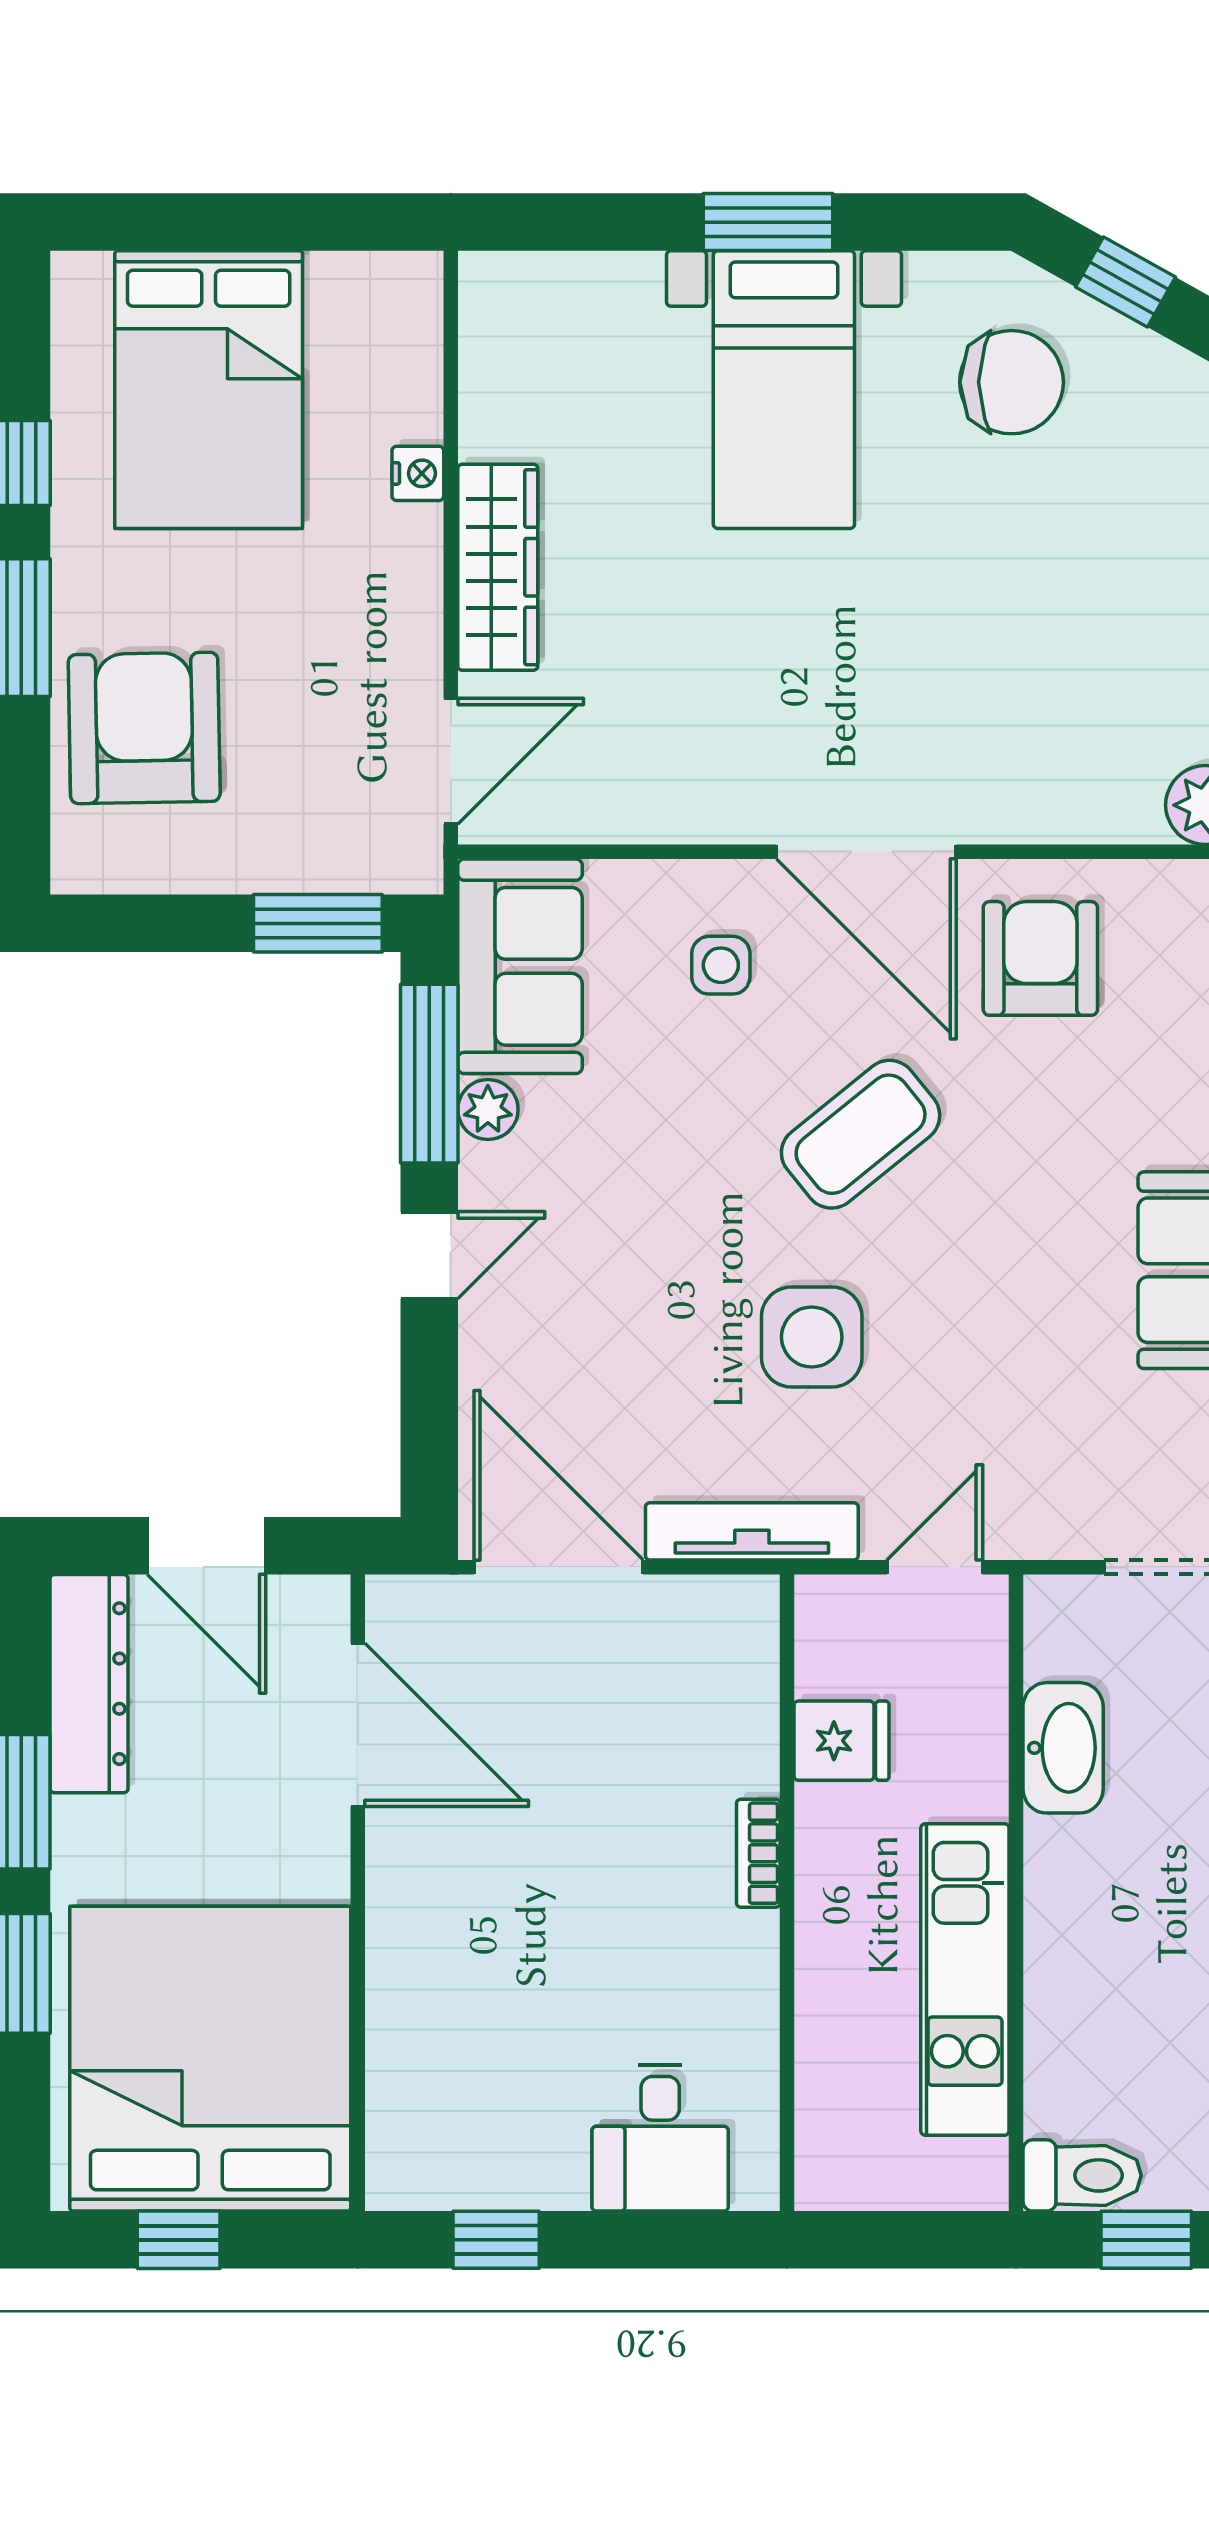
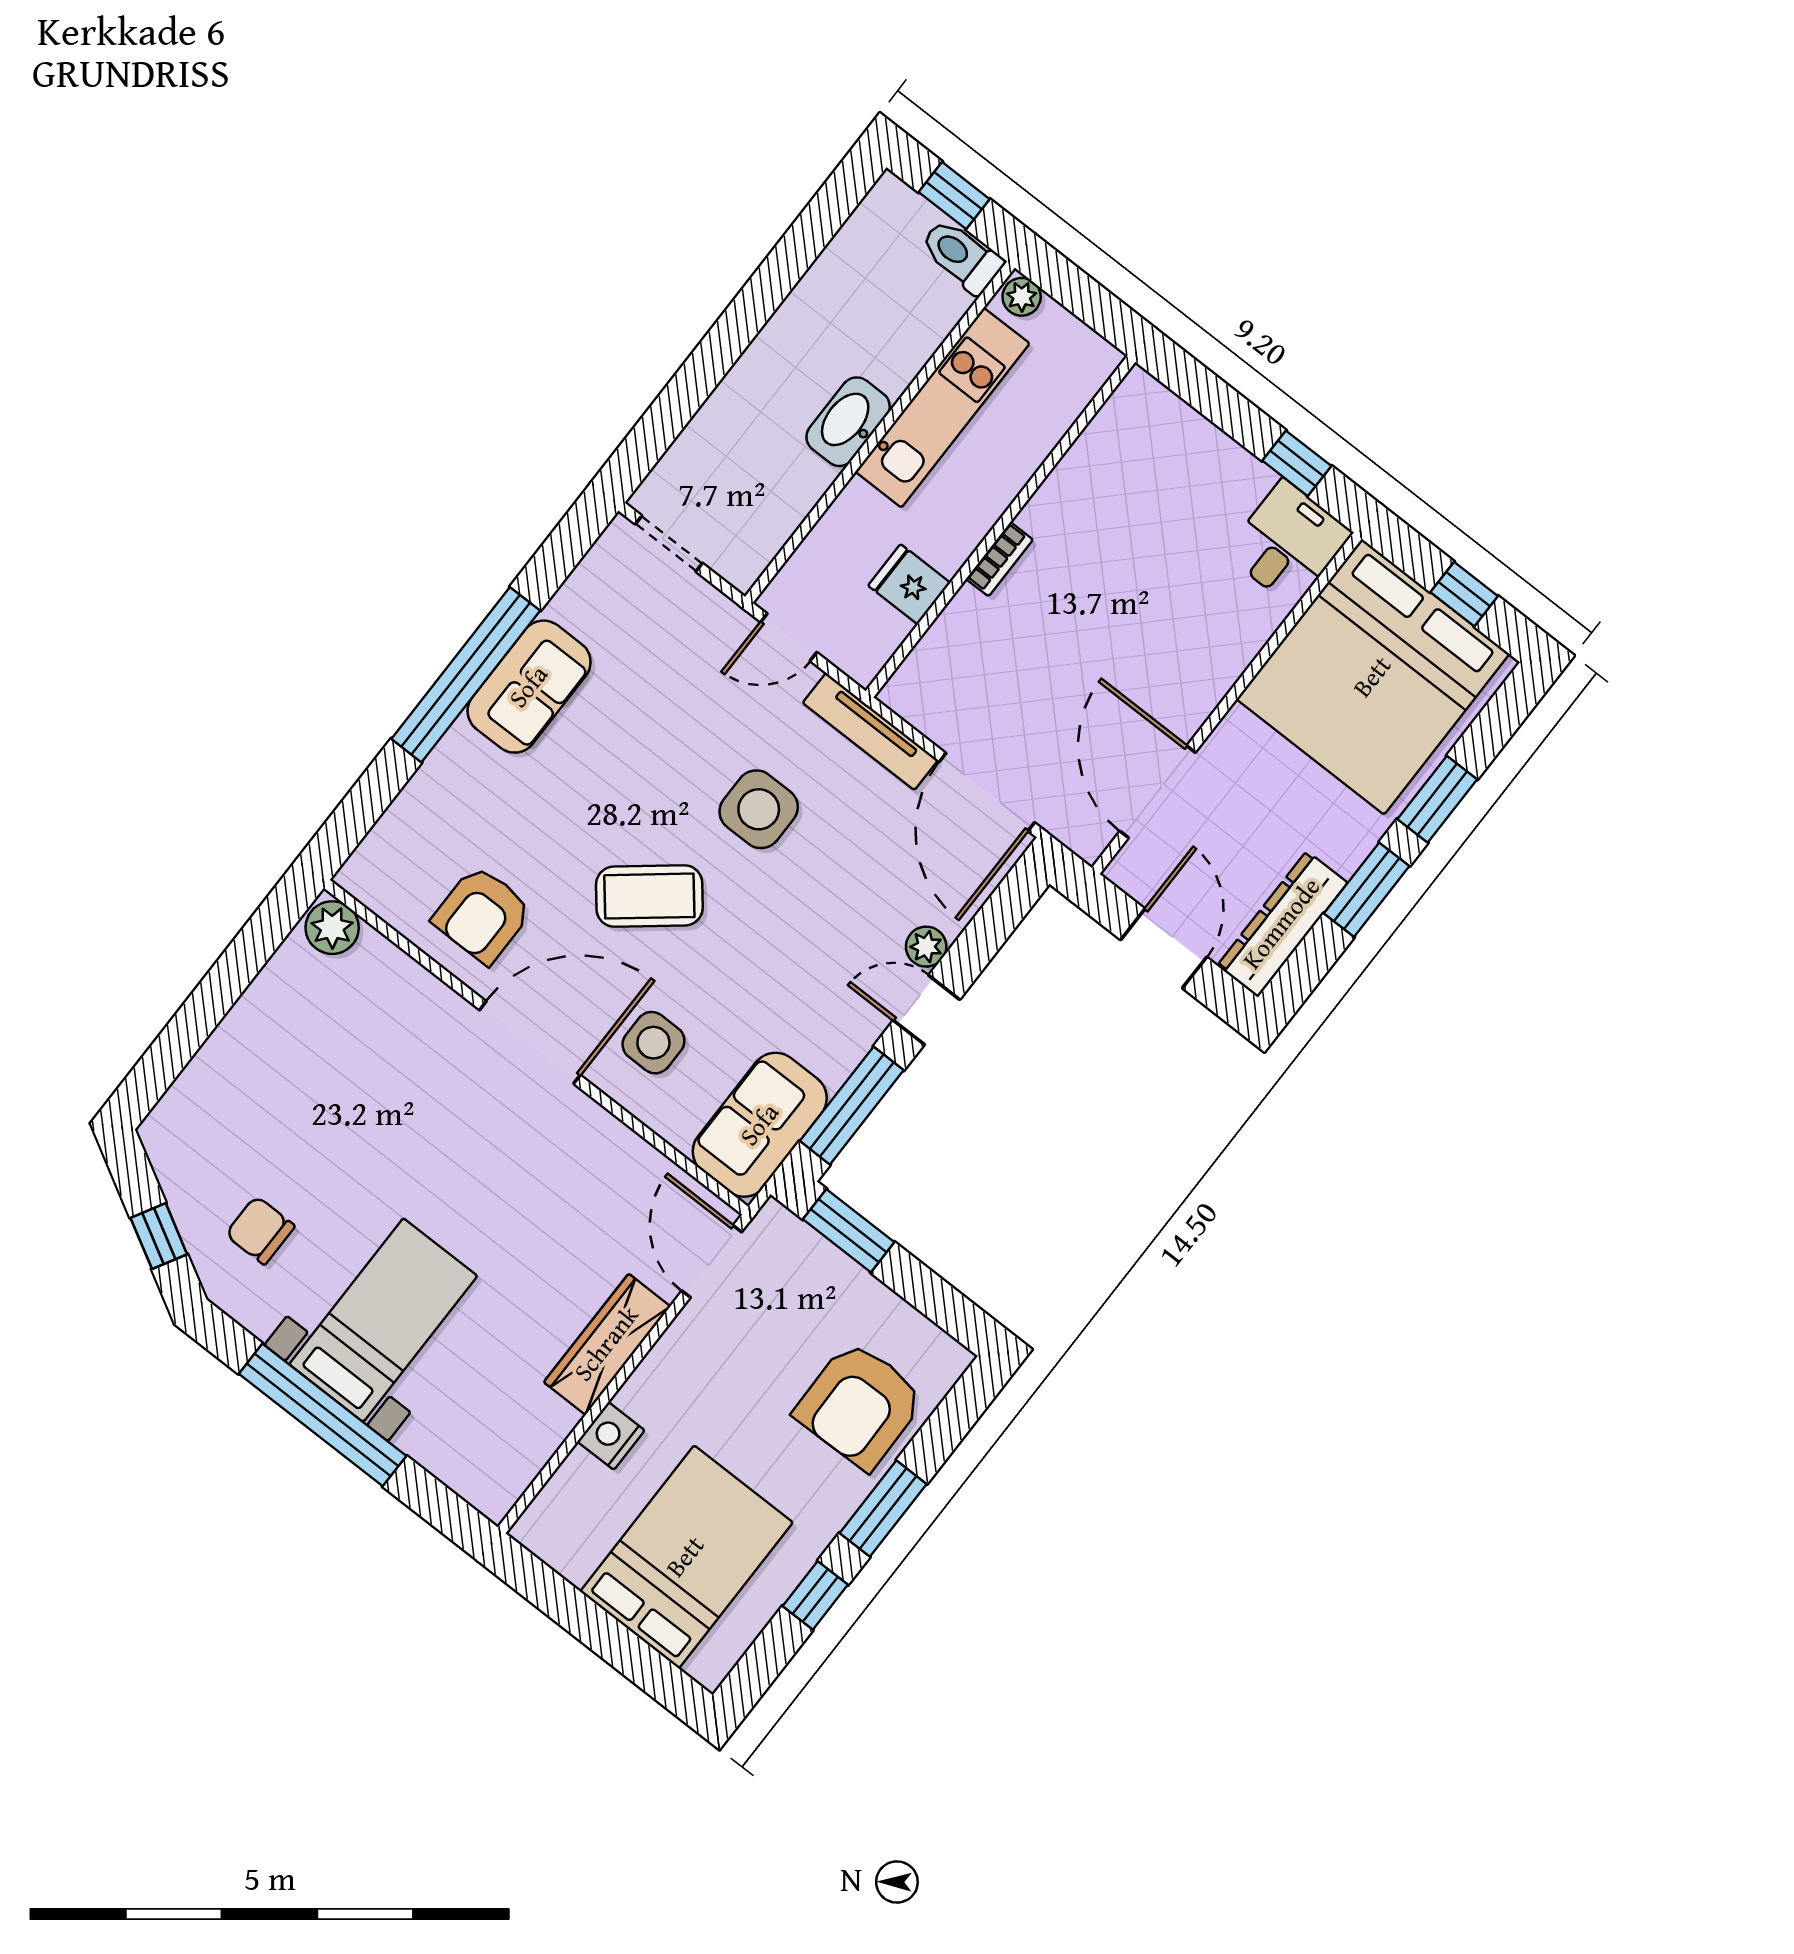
window: (768, 222) -> (323, 1415), width x2.11
chair: (1012, 382) -> (260, 1230), width x0.73, depth x0.73
nightstand: (418, 473) -> (611, 1436), width x1.39, depth x1.35
door: (451, 761) -> (712, 1261), hinge flipped
door: (866, 852) -> (530, 1042), hinge flipped
side table: (721, 965) -> (653, 1043), width x1.37, depth x1.37
plant: (488, 1110) -> (926, 947), moved
washbasin: (1063, 1748) -> (848, 422), moved
desk: (660, 2138) -> (1288, 543), moved
plant: (974, 2183) -> (1022, 297), added

